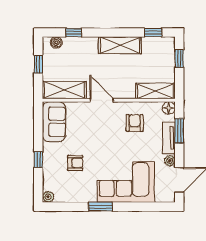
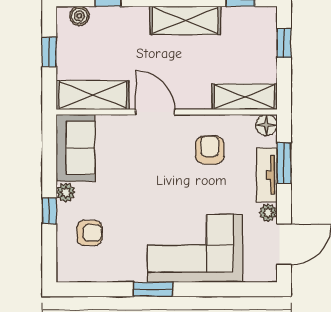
armchair: (75, 163) -> (89, 233), moved
plant: (48, 197) -> (66, 193), moved

